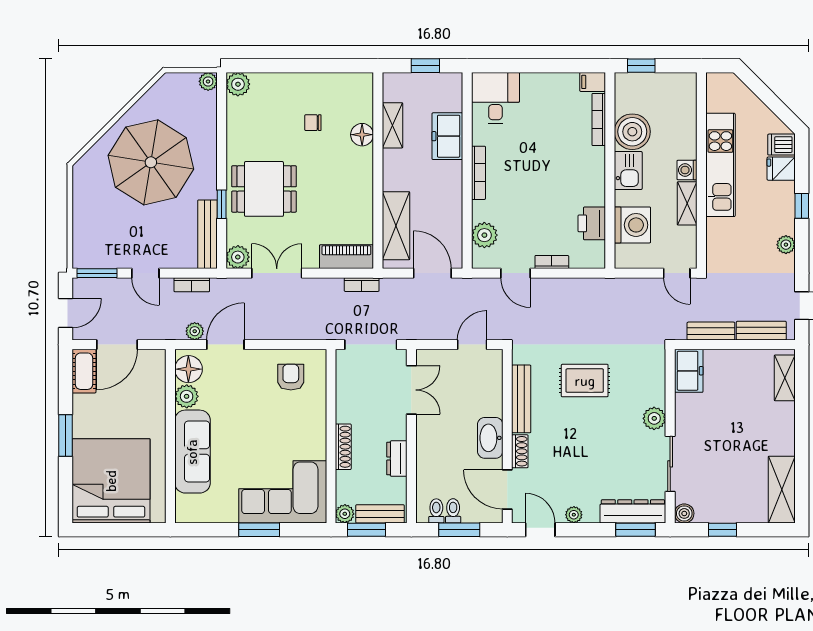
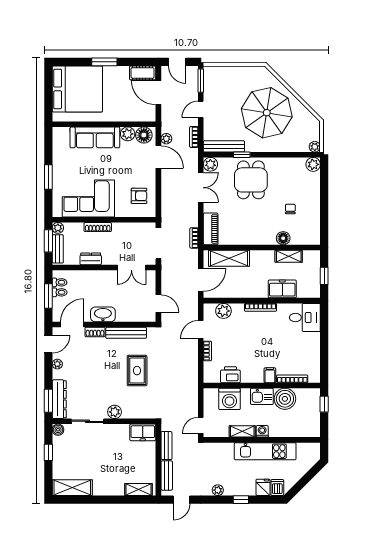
filing cabinet: (593, 82) -> (270, 375), moved
corner sofa: (283, 492) -> (88, 198), moved, turned -90

